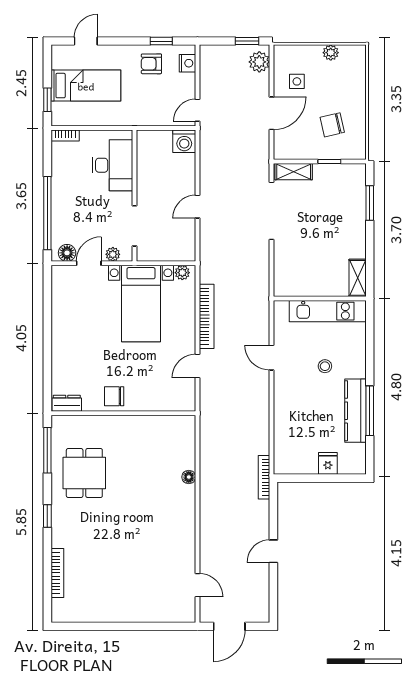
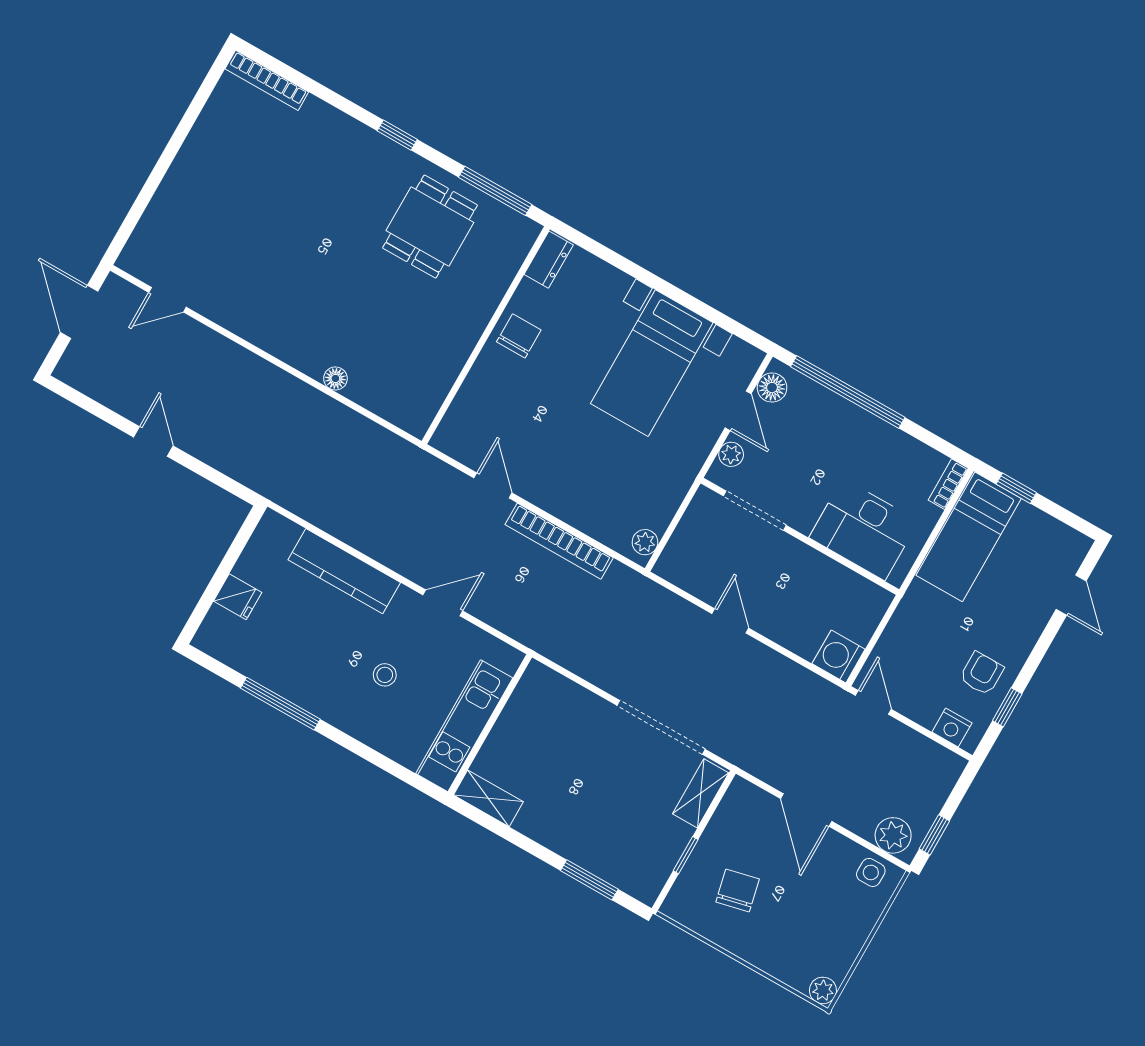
plant: (331, 53) -> (823, 990), moved
side table: (297, 81) -> (871, 872), moved
bed: (86, 86) -> (969, 537), moved
bed with nightstands: (141, 303) -> (652, 363), moved, turned -90
kitchen counter: (355, 411) -> (344, 571), moved, turned 180
dining table: (84, 473) -> (430, 227), turned 90
bookcase: (264, 477) -> (271, 490), removed
bookcase: (57, 573) -> (267, 80), moved

